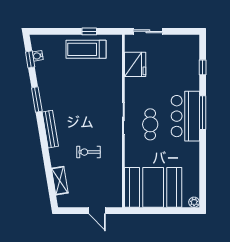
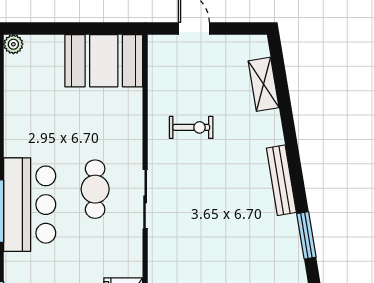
exercise bike: (88, 152) -> (191, 127), moved
booth: (153, 187) -> (104, 61), width x0.73, depth x0.70

